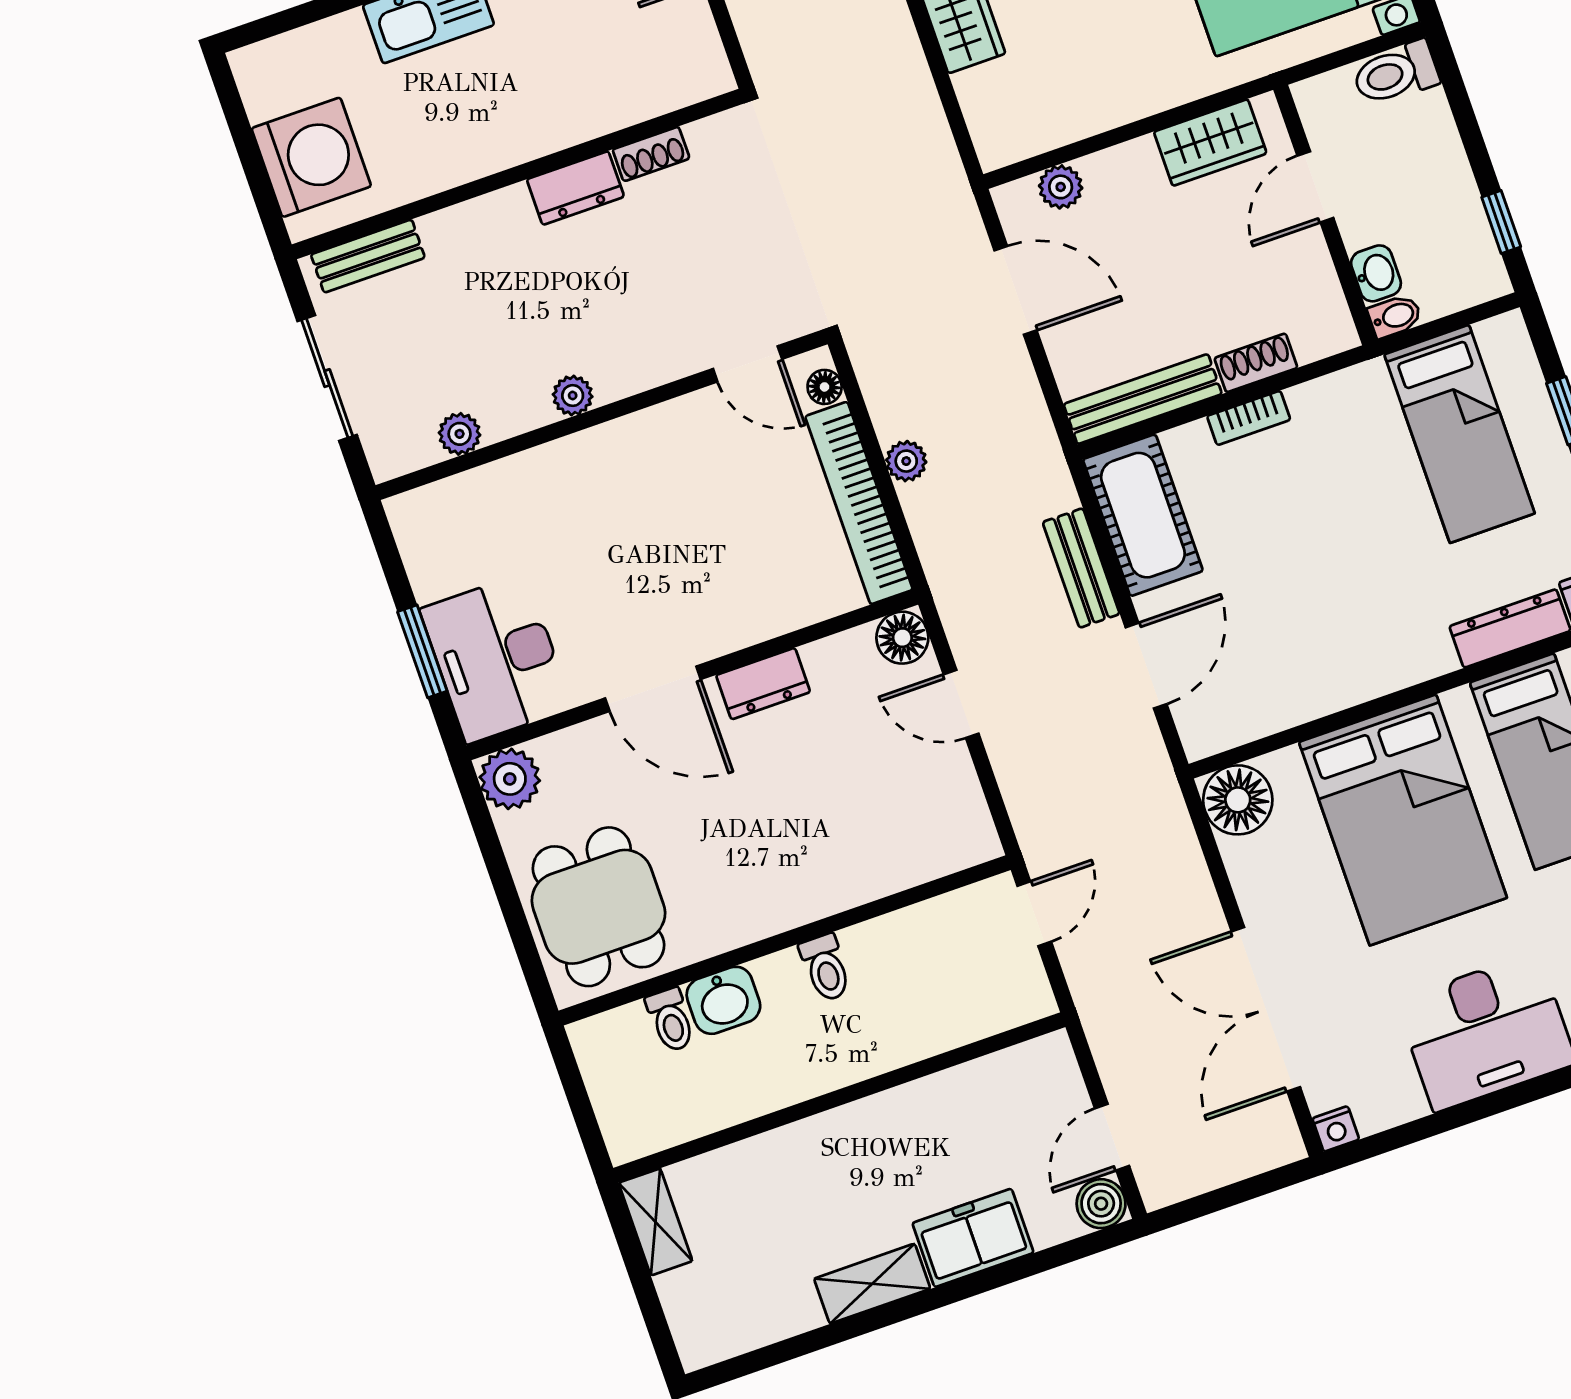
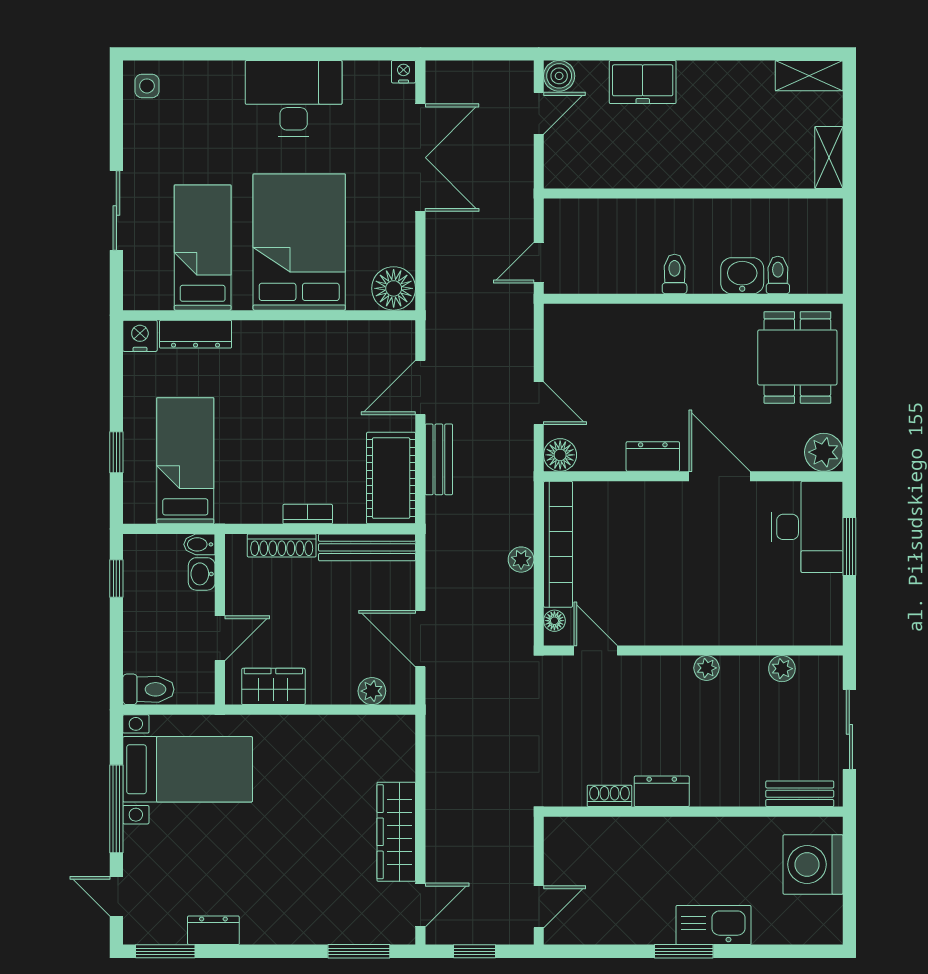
shoe rack: (1256, 363) -> (282, 545), width x1.43
shelving: (872, 1284) -> (809, 76), moved

